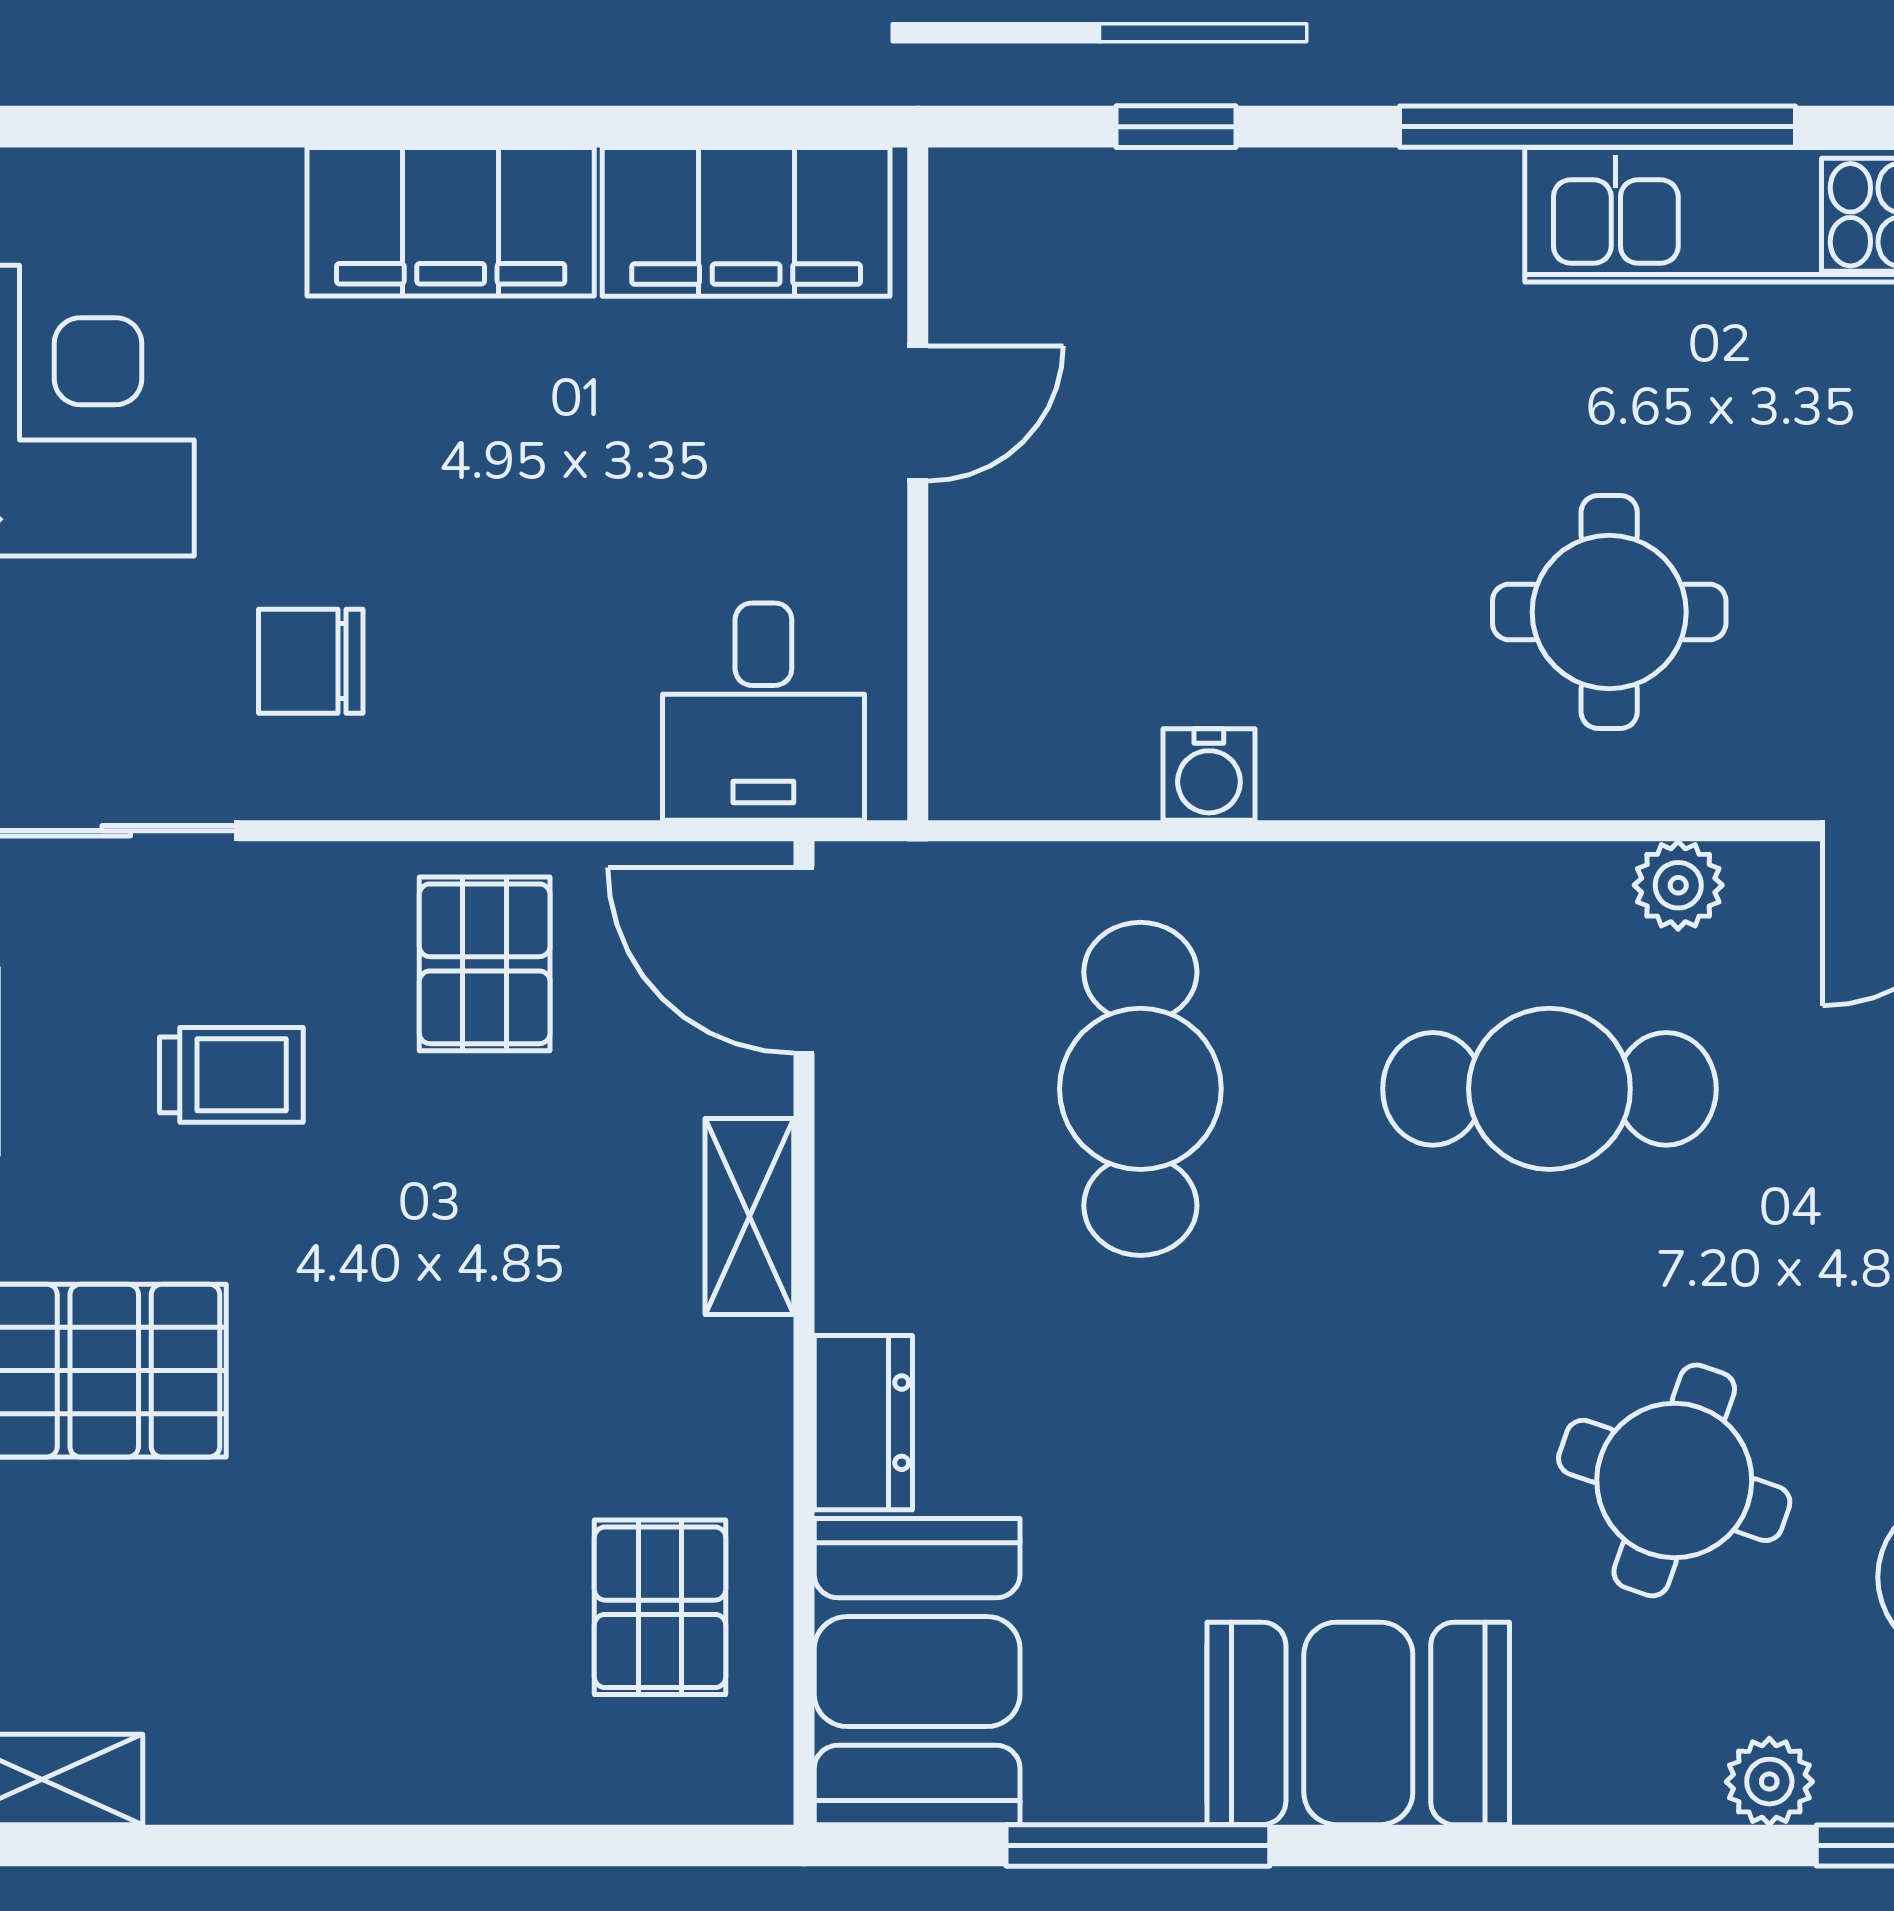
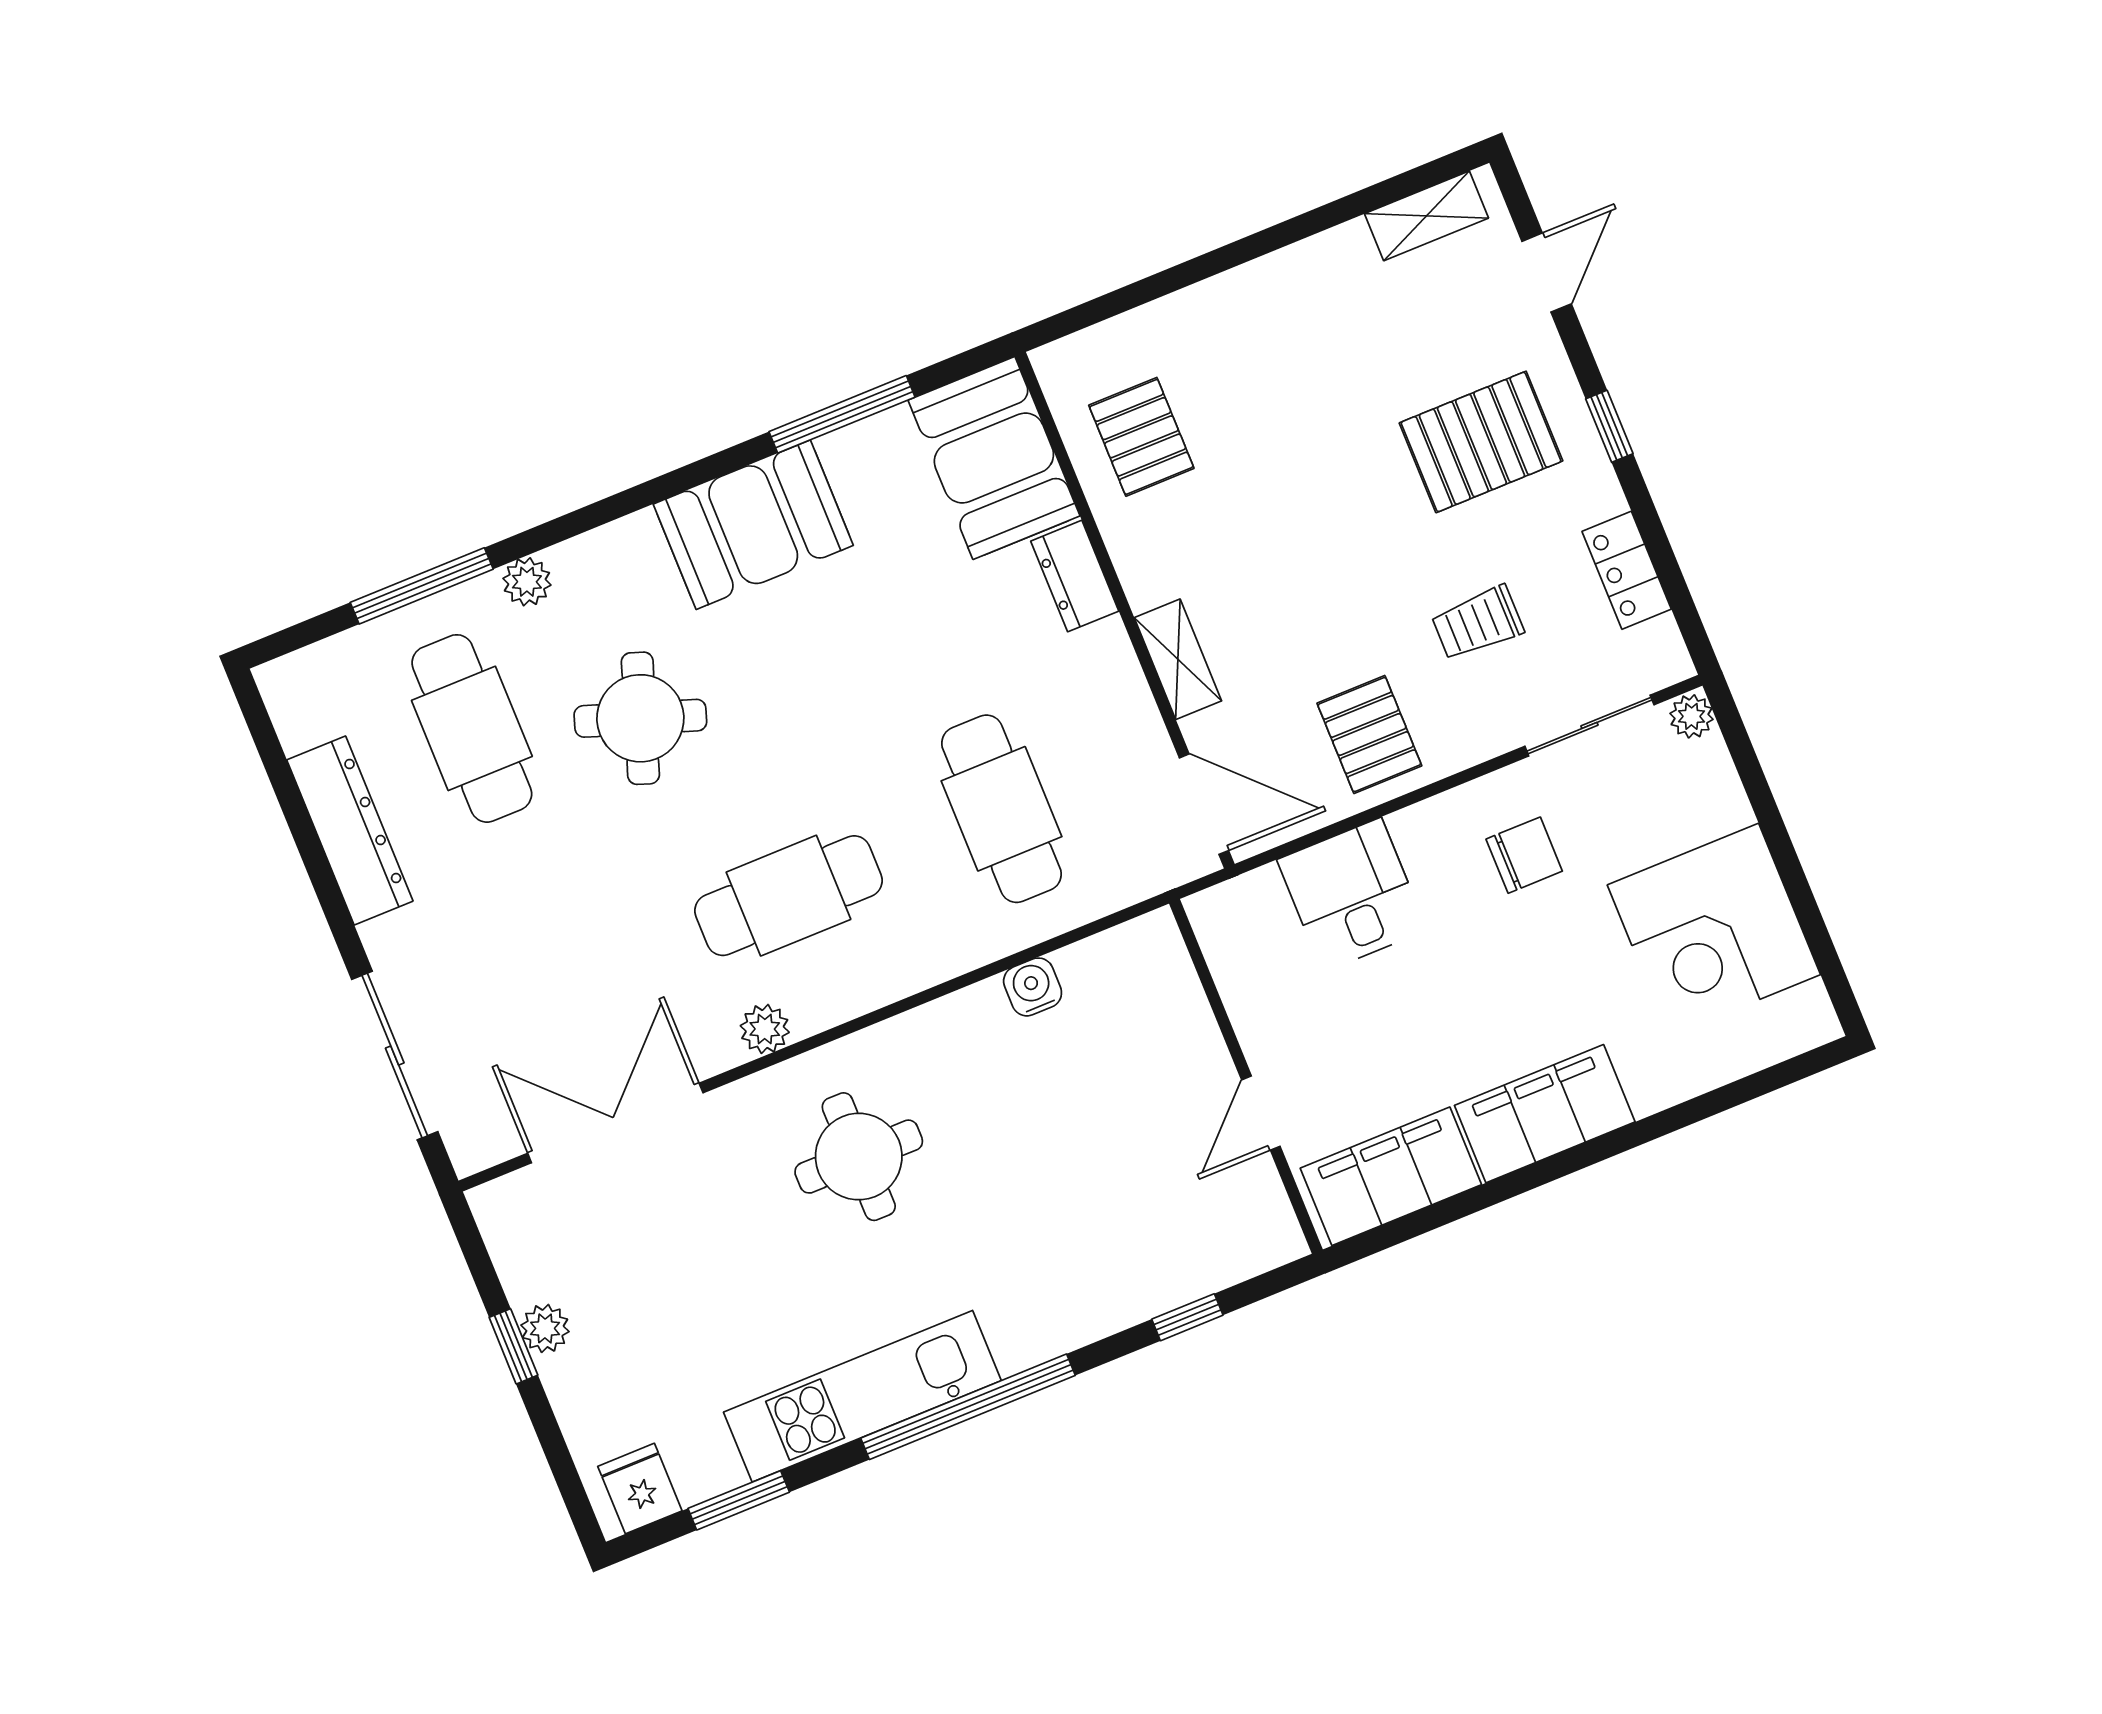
desk: (763, 712) -> (1352, 895), moved

